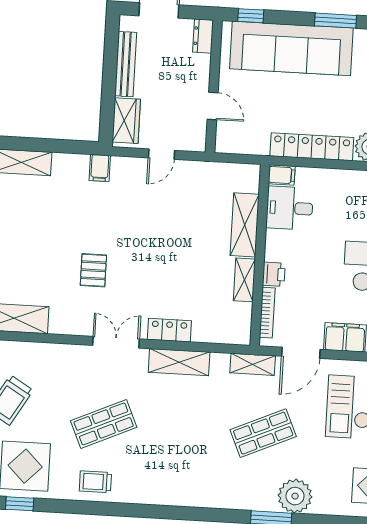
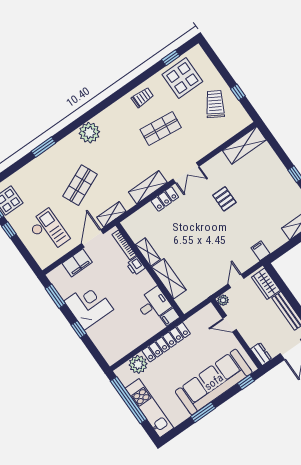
plant: (197, 143) -> (223, 300), added
shop shelf: (104, 424) -> (161, 128), turned 30
plant: (295, 496) -> (89, 133), moved

